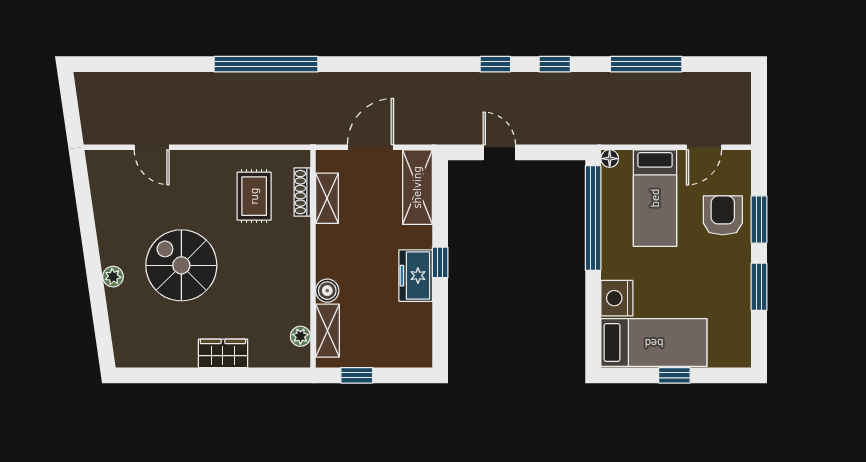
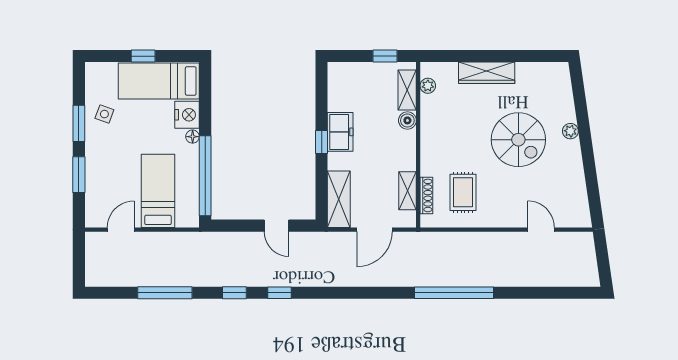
floor lamp: (610, 159) -> (193, 137), moved
armchair: (723, 215) -> (106, 178), removed
side table: (725, 299) -> (104, 114), added
wardrobe: (223, 353) -> (487, 73), width x1.50

